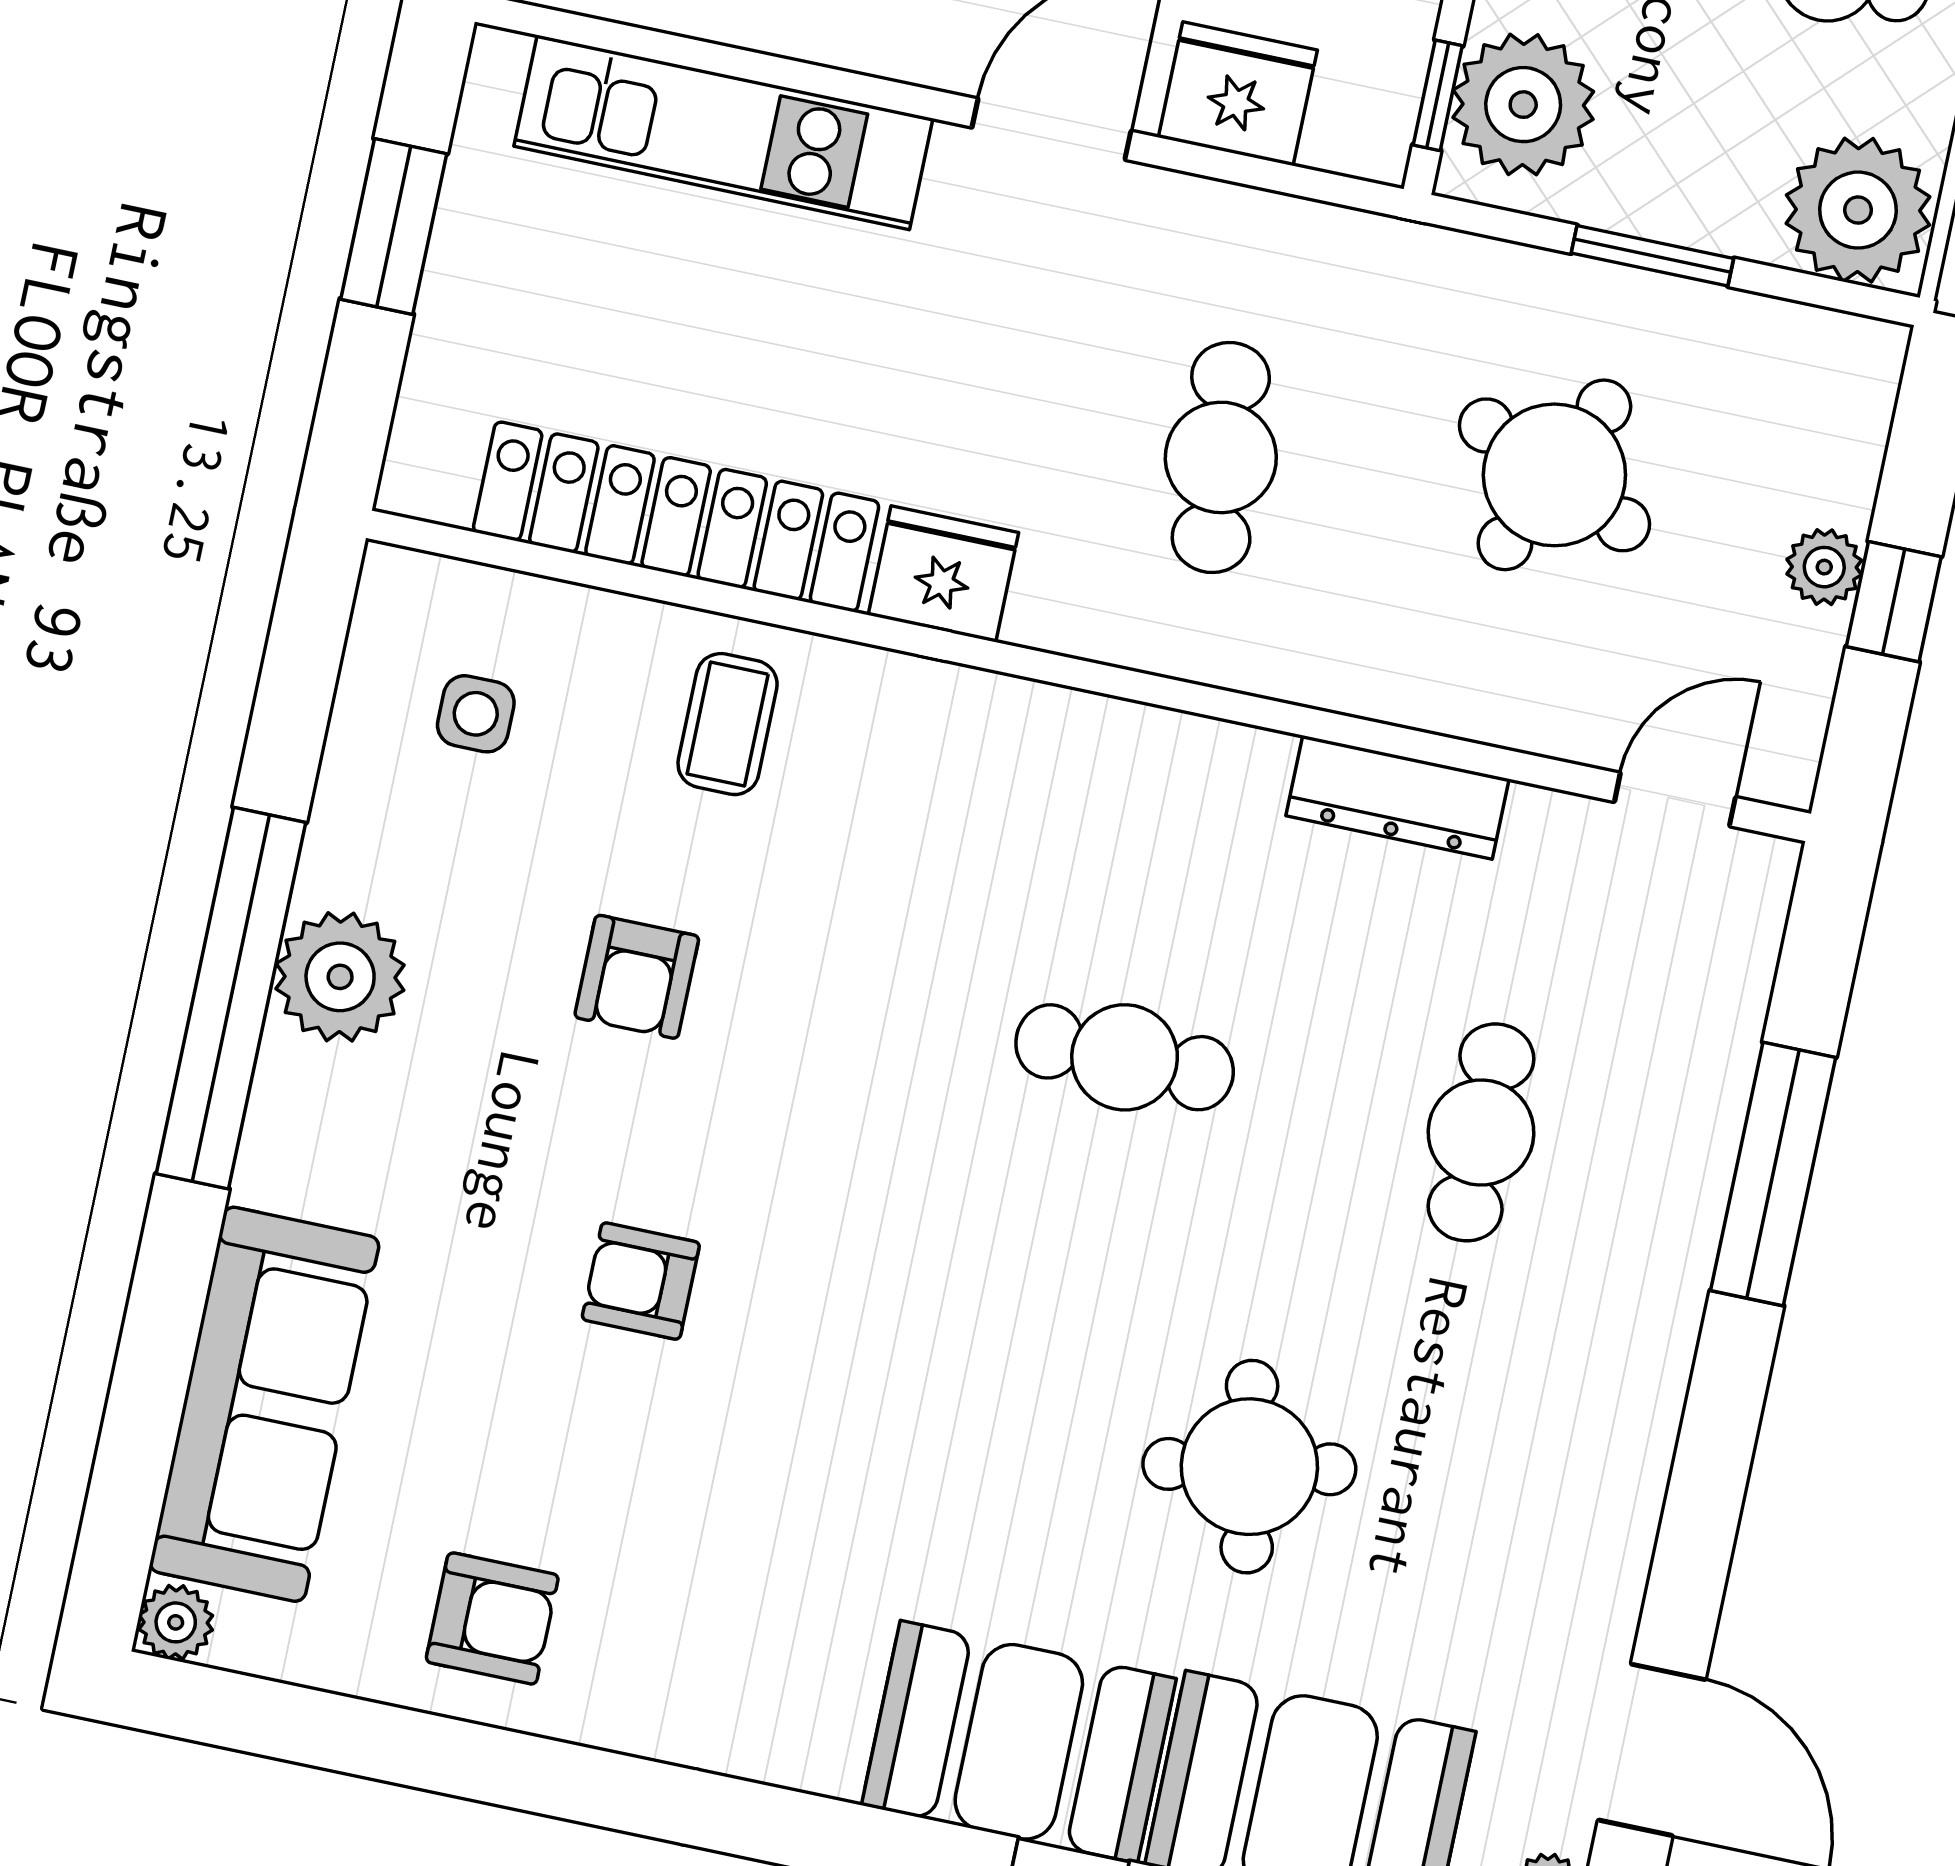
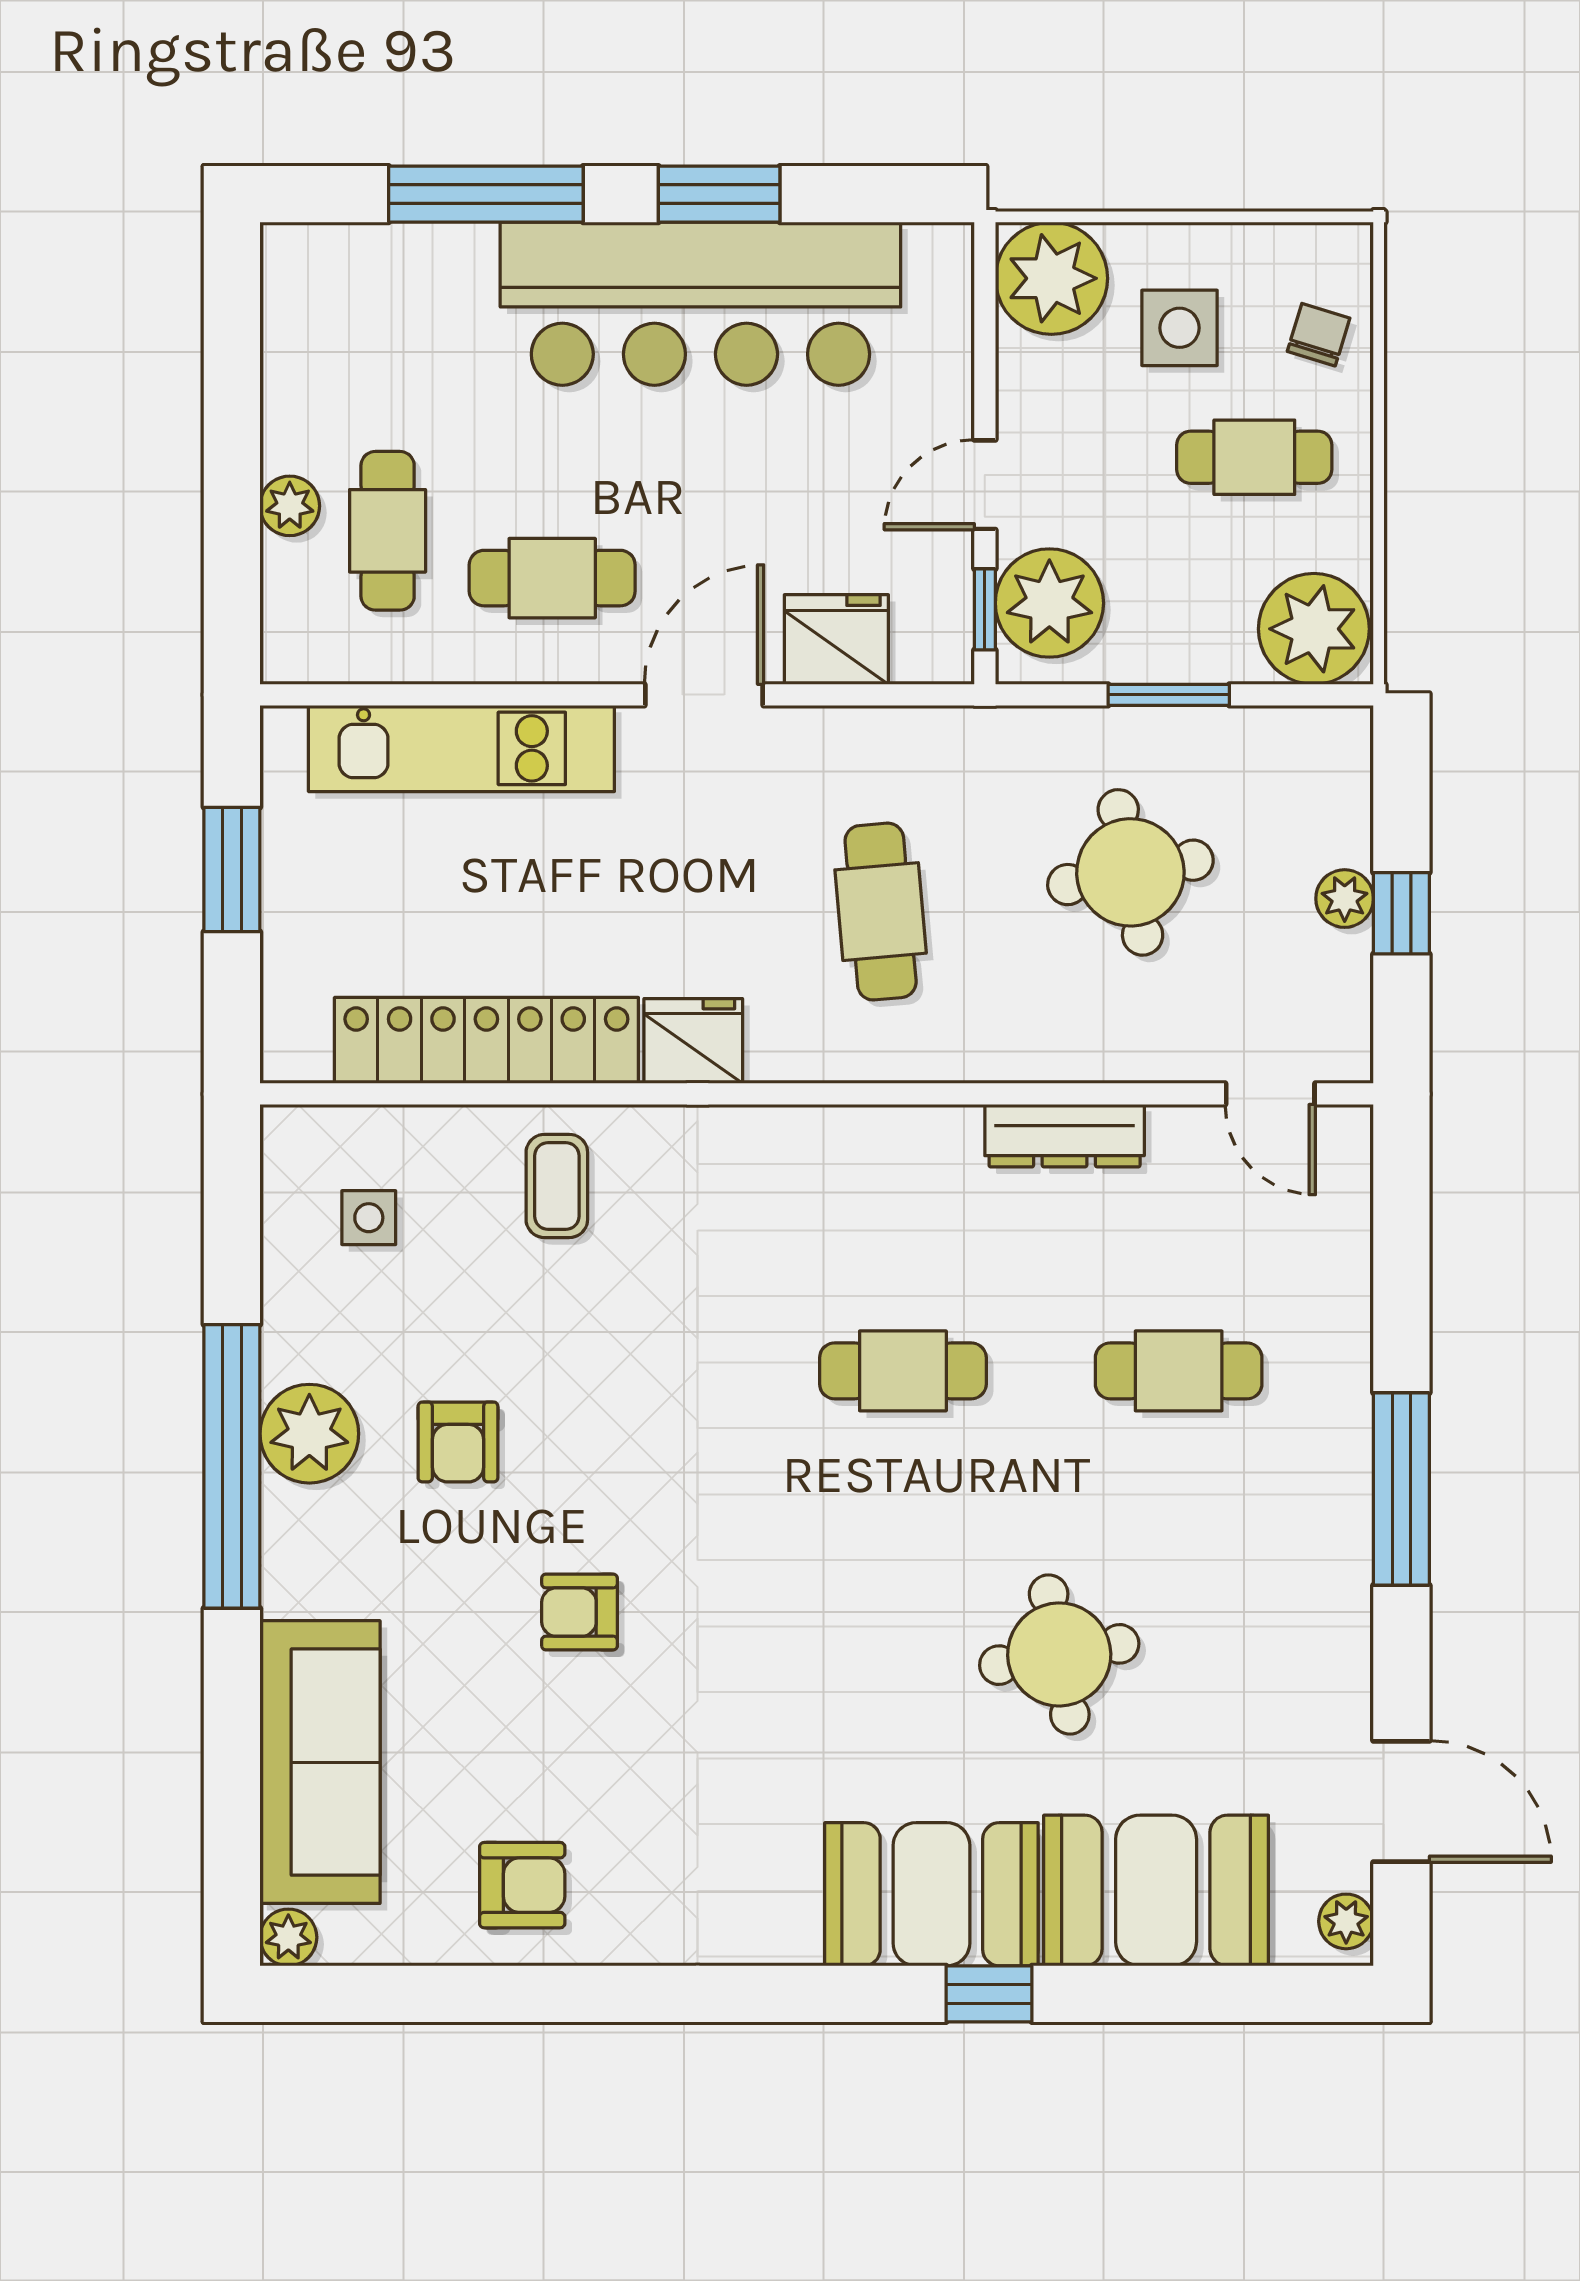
round table: (1554, 475) -> (1130, 872), turned -35
door: (1675, 799) -> (1270, 1094), swing flipped
armchair: (637, 977) -> (458, 1442), moved
cafe table: (1481, 1132) -> (1179, 1371), turned 90
window: (1773, 1174) -> (1401, 1489), moved

